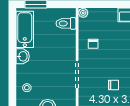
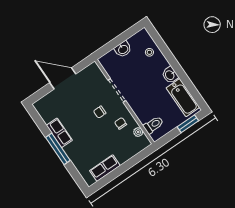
plant: (83, 13) -> (138, 132), moved
chair: (113, 85) -> (100, 112), moved

